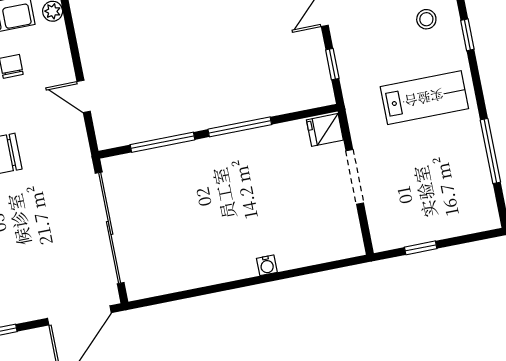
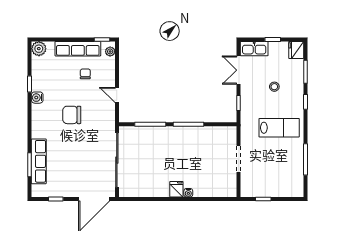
stool: (426, 19) -> (274, 87), moved
fridge: (325, 130) -> (176, 189), moved, turned 90

